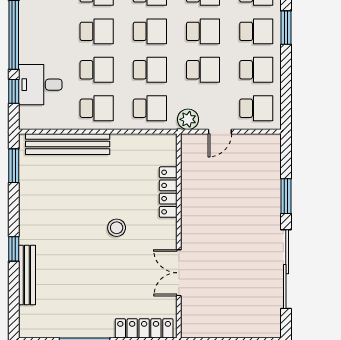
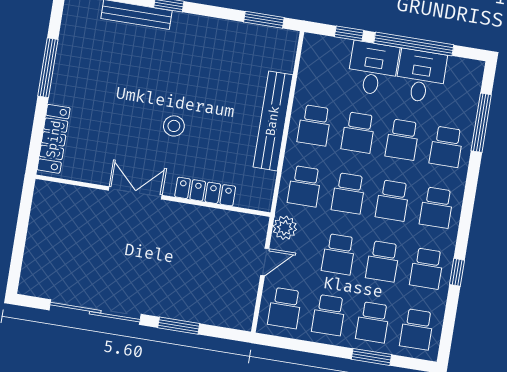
desk: (40, 24) -> (421, 76), added
desk: (40, 85) -> (373, 69), moved
door: (220, 132) -> (265, 262), swing flipped
bench: (68, 144) -> (273, 121), moved
double door: (179, 273) -> (135, 193), moved

